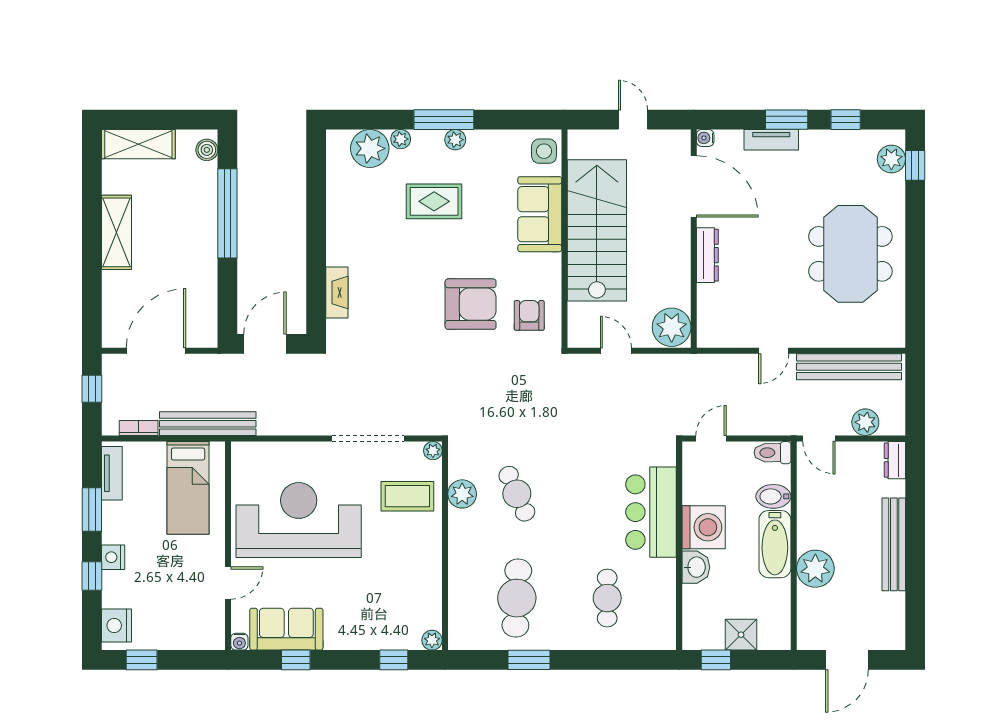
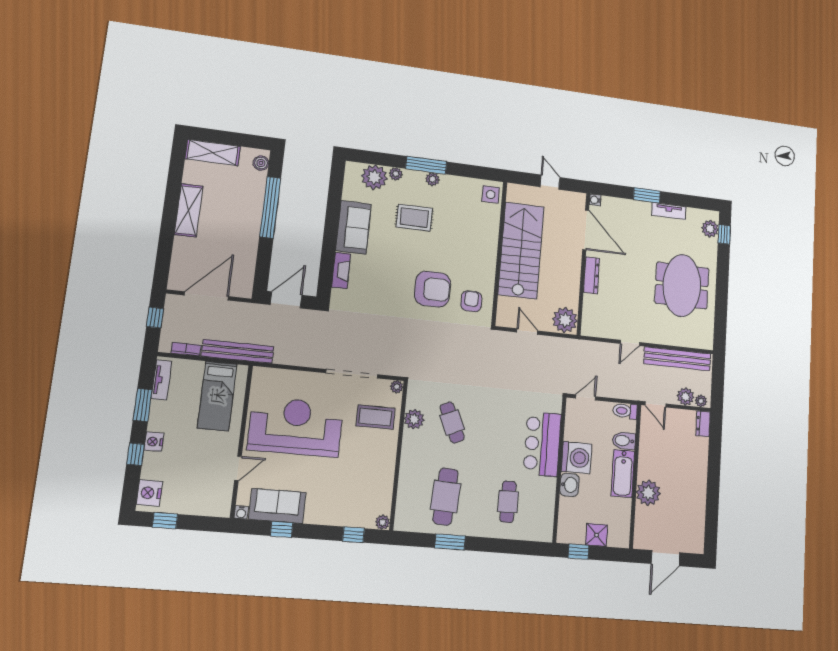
window: (846, 120) -> (683, 200), removed
tv unit: (771, 140) -> (669, 211), moved
sofa: (540, 214) -> (353, 227), moved, turned 180
plant: (890, 426) -> (701, 401), added
bench: (894, 544) -> (700, 481), removed

